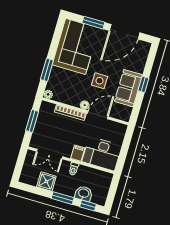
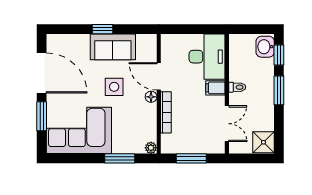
shower: (46, 181) -> (264, 142), moved
washbasin: (84, 194) -> (265, 47), moved

